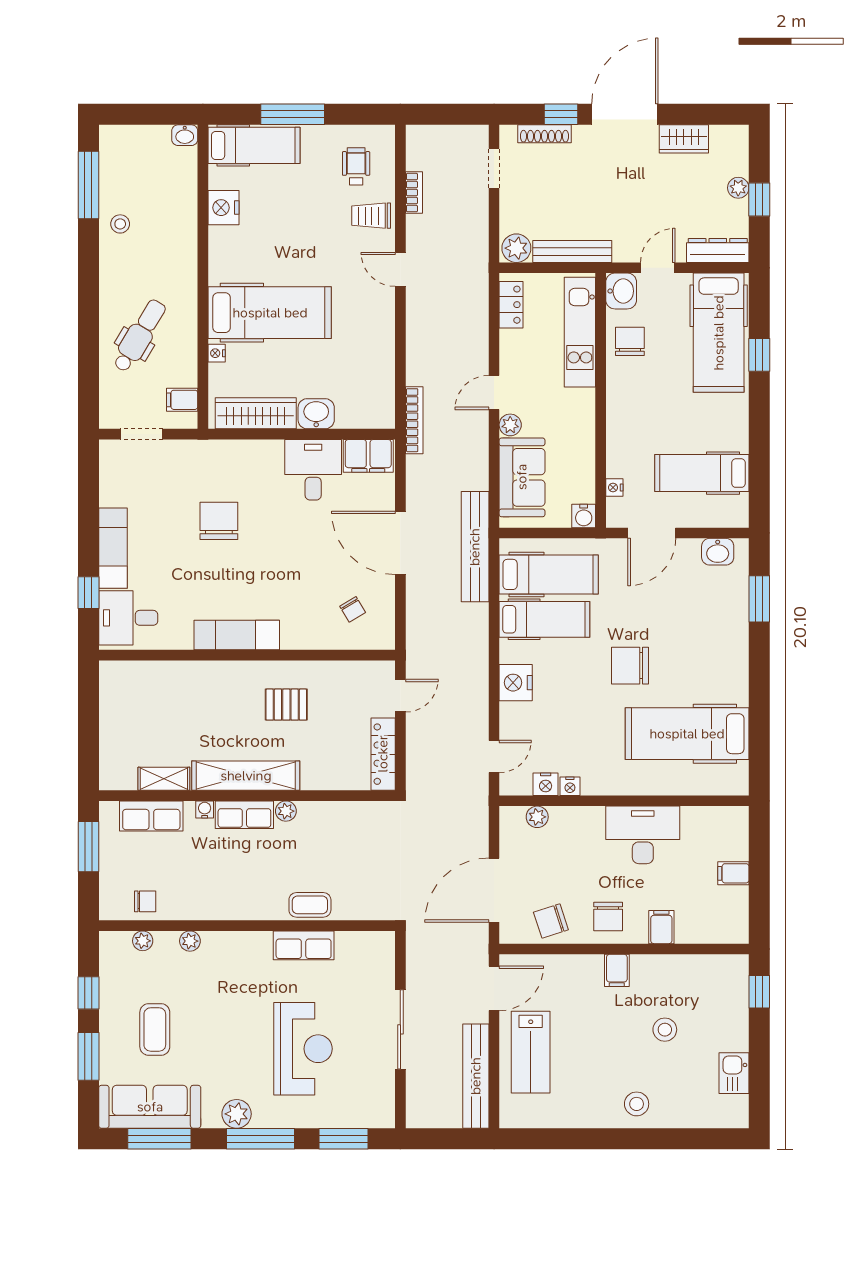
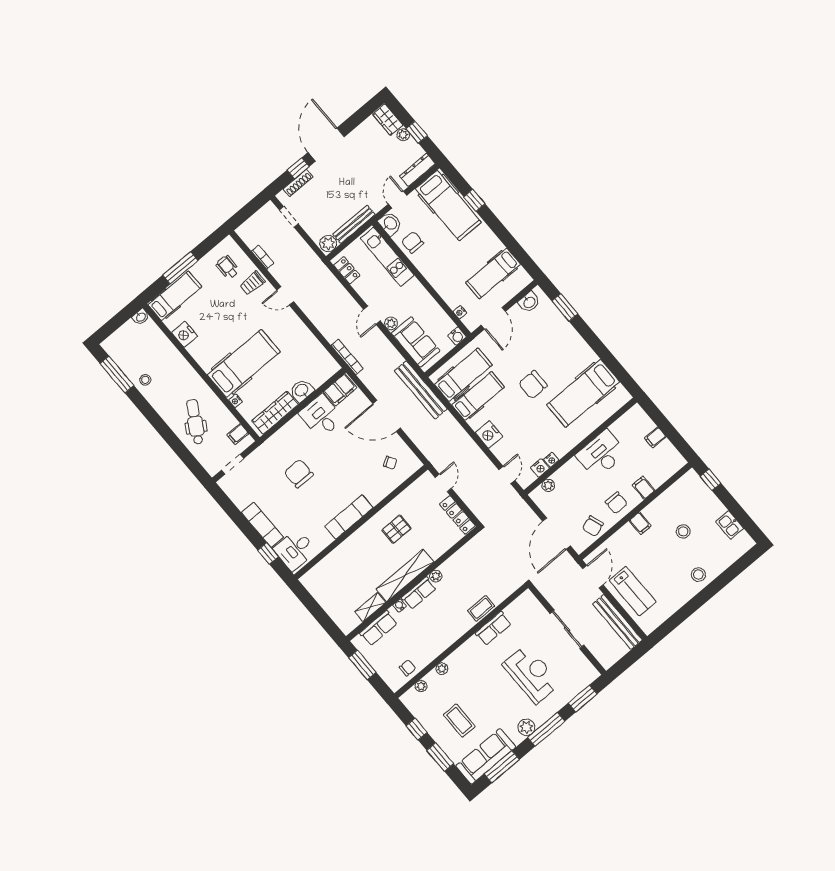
wardrobe: (684, 139) -> (388, 120), moved, turned 90

